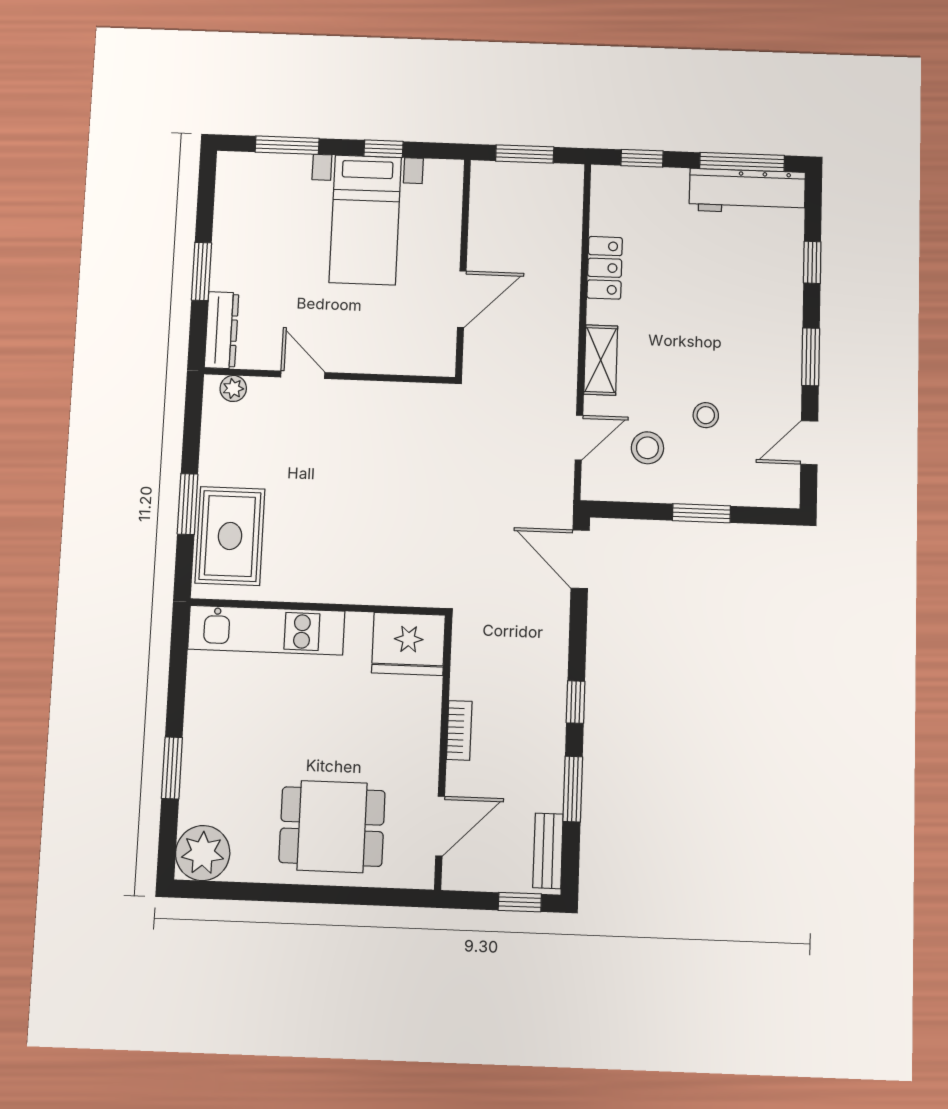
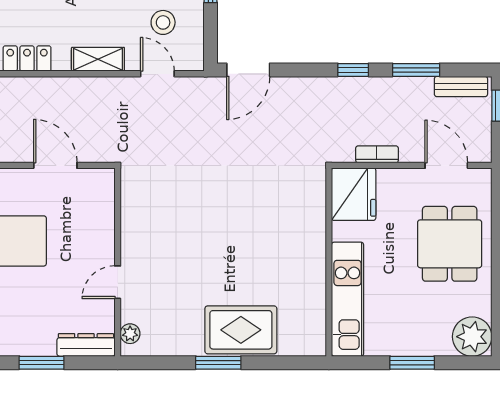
wall: (318, 607) -> (329, 262), moved
kitchen unit: (266, 630) -> (347, 299), moved
fridge: (408, 644) -> (354, 194), moved

